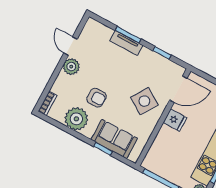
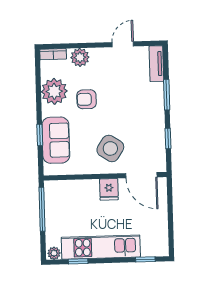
tv unit: (126, 43) -> (156, 64), moved
plant: (71, 67) -> (80, 57), moved
armchair: (96, 98) -> (87, 99), turned 90

